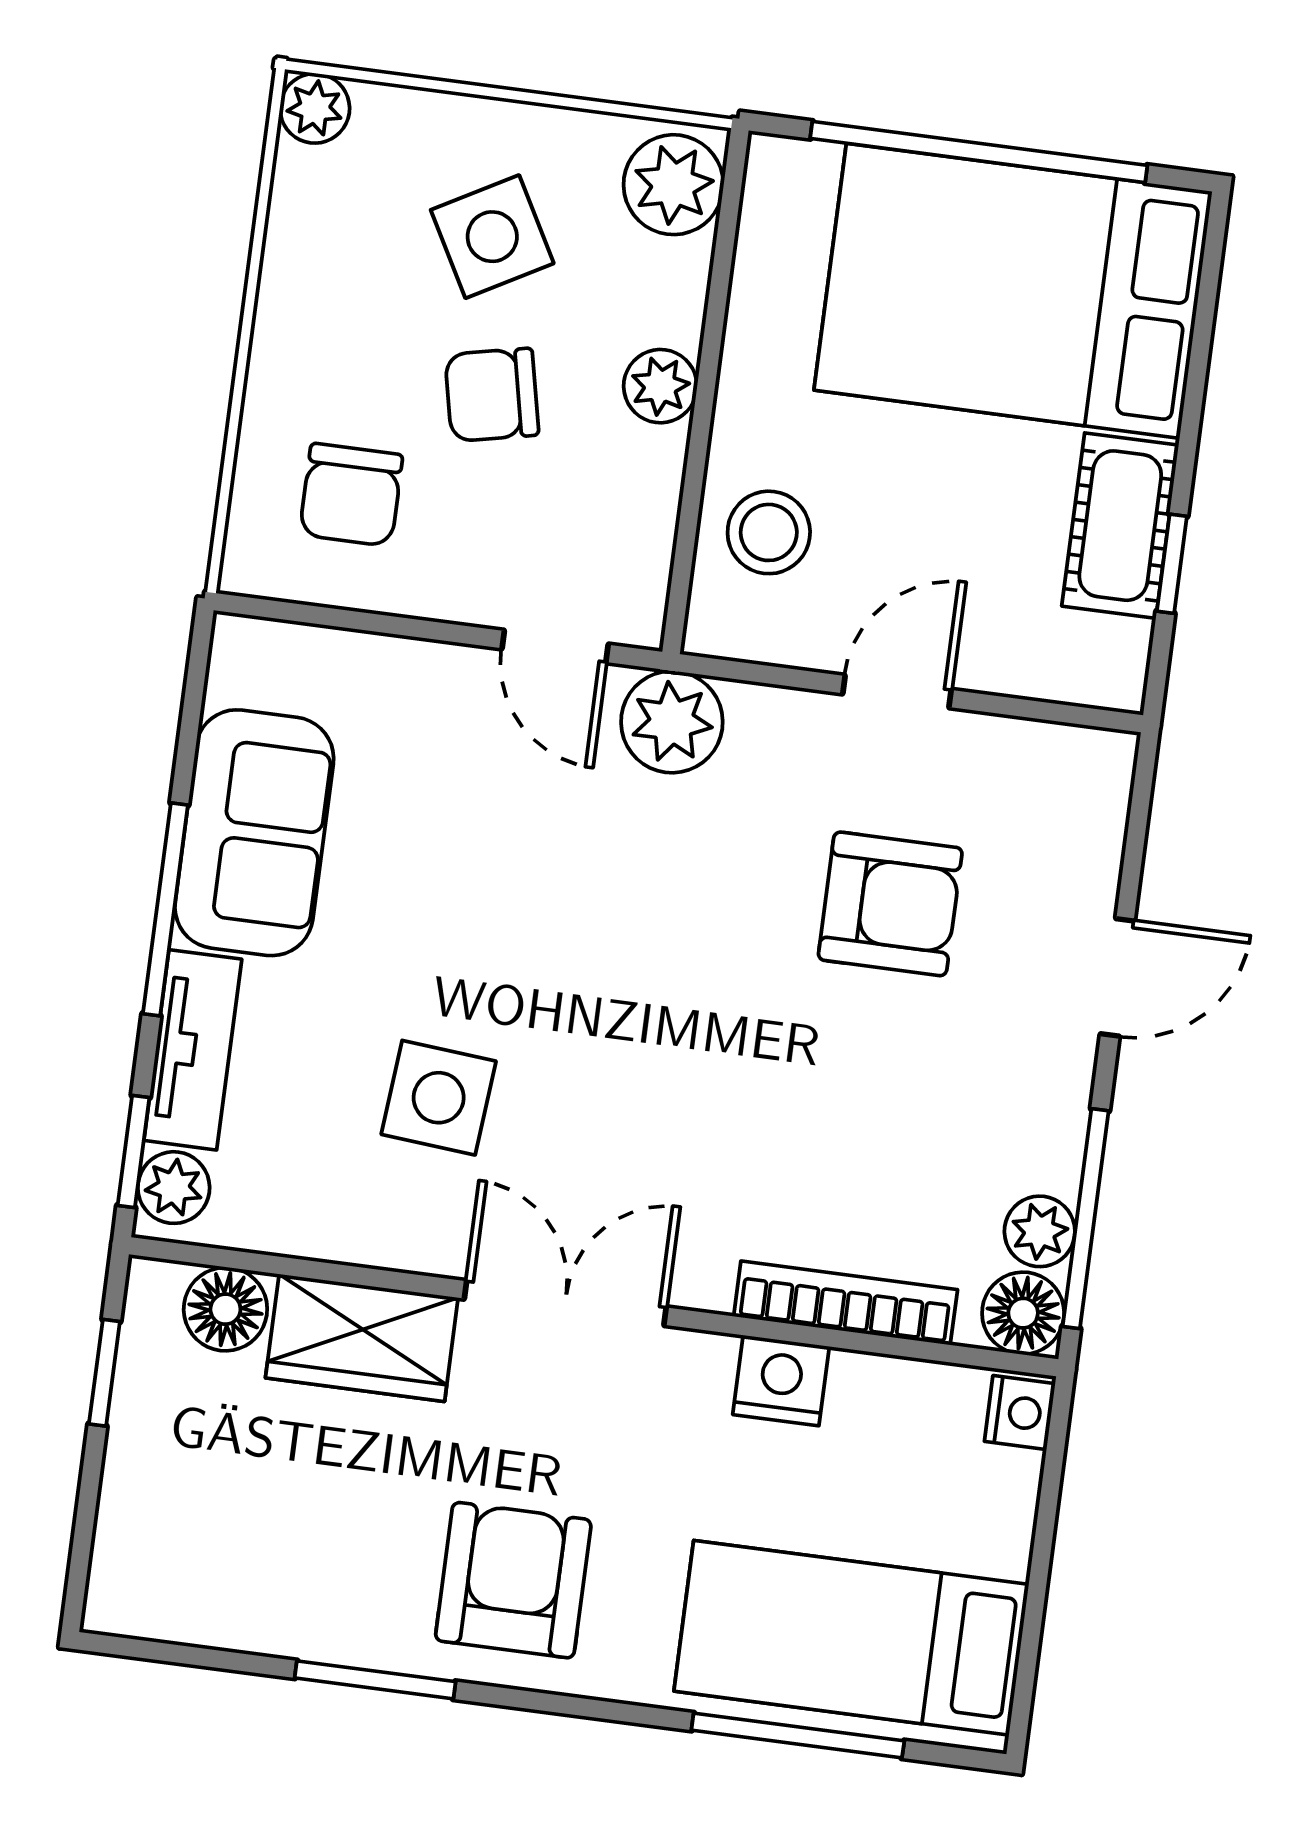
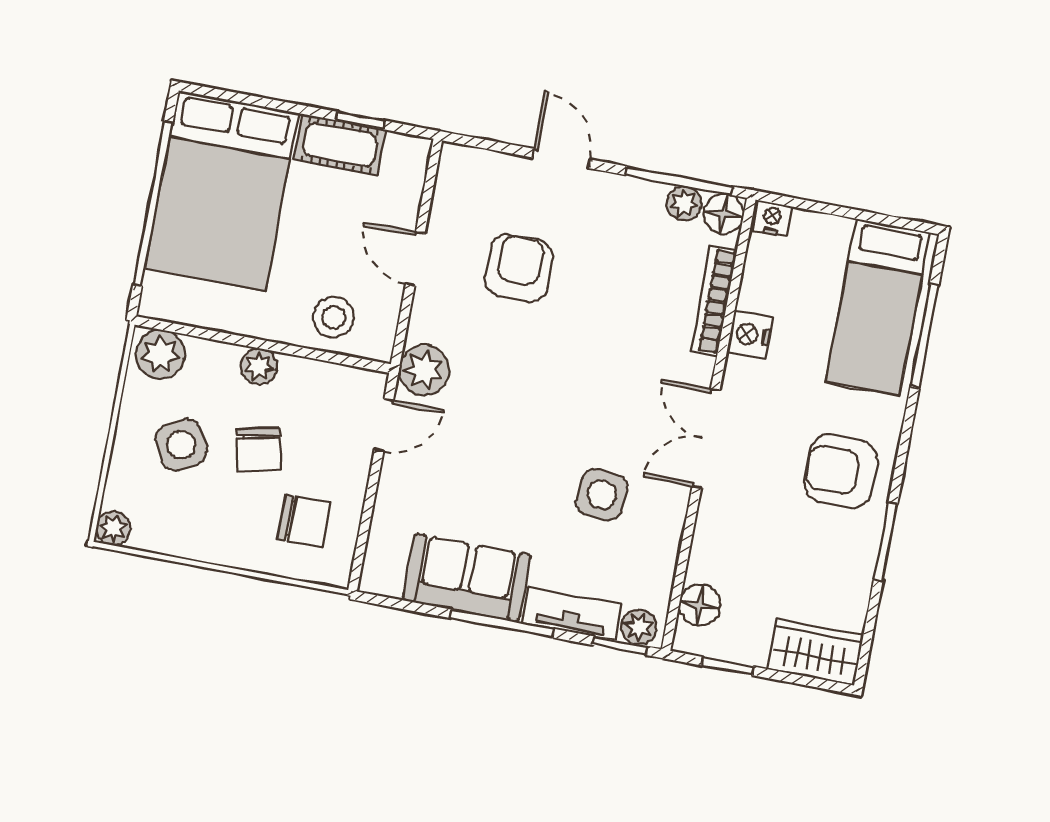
wardrobe: (362, 1338) -> (815, 652), moved, turned -90

